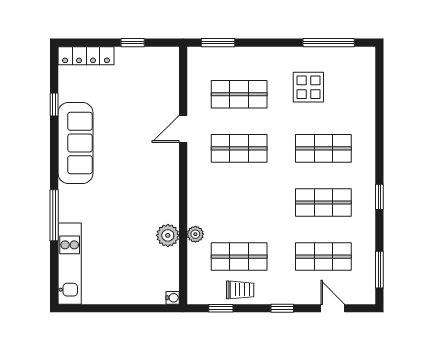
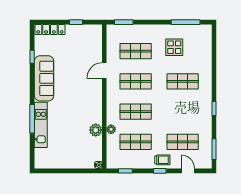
shop shelf: (323, 202) -> (136, 112), moved
kitchen unit: (70, 264) -> (41, 125), moved
trolley: (240, 290) -> (162, 160), moved

